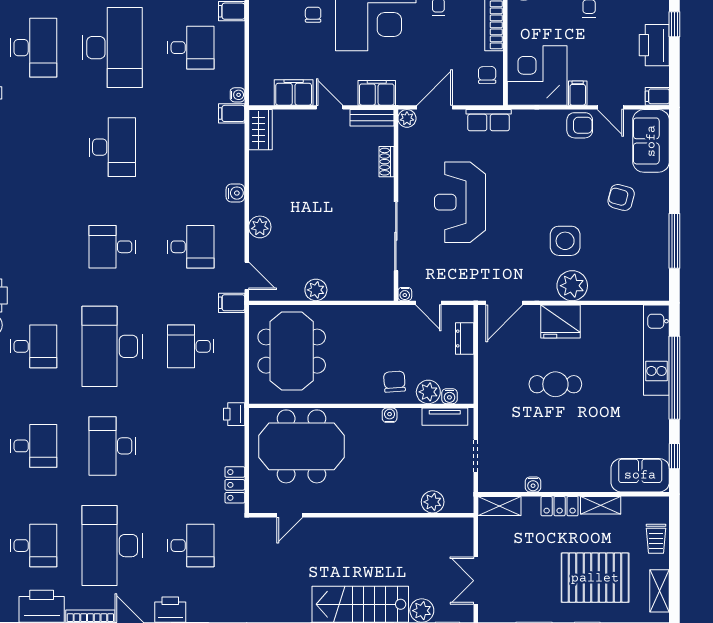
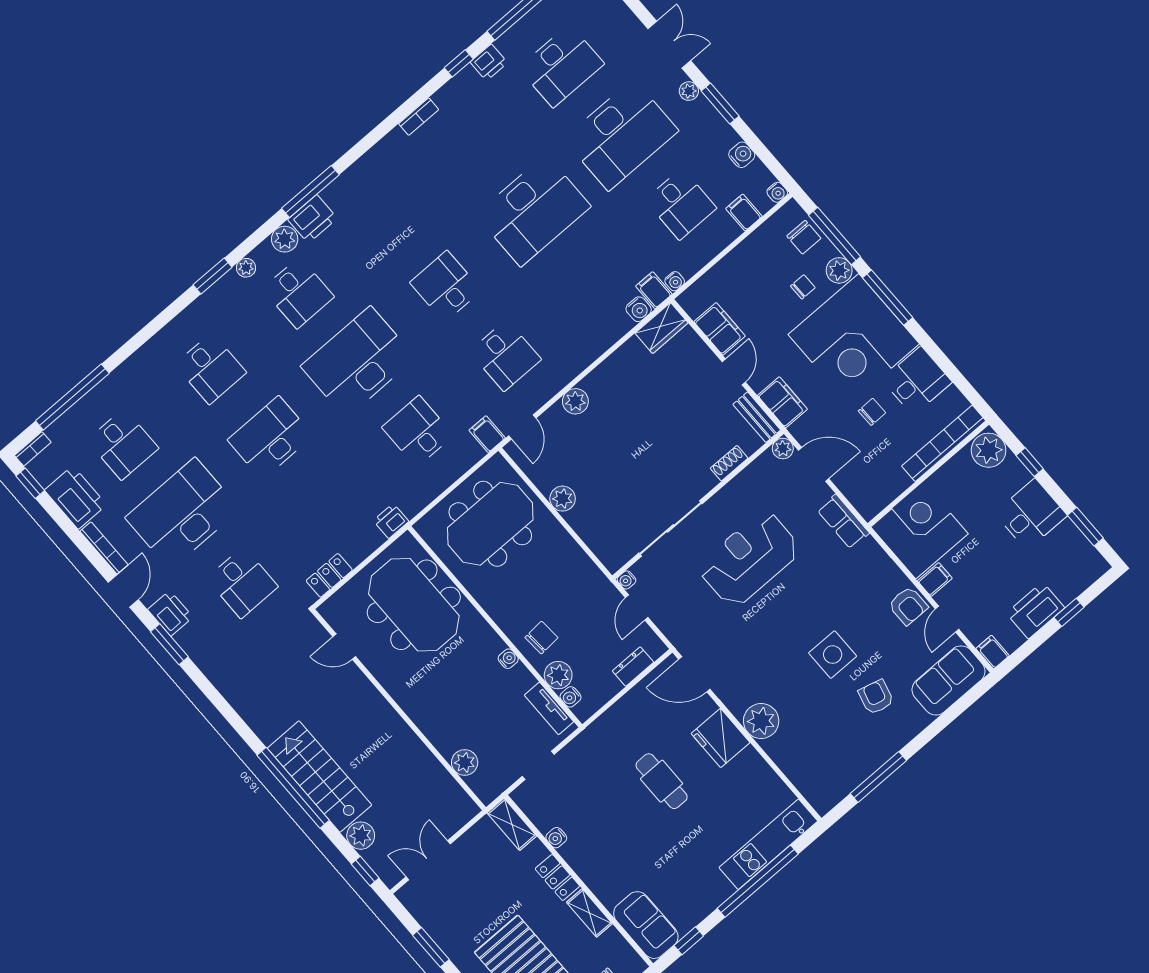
chair: (487, 75) -> (872, 412), moved
desk: (112, 147) -> (533, 211), width x1.36, depth x1.30
water cooler: (235, 193) -> (639, 309), moved
side table: (565, 241) -> (833, 655), moved

